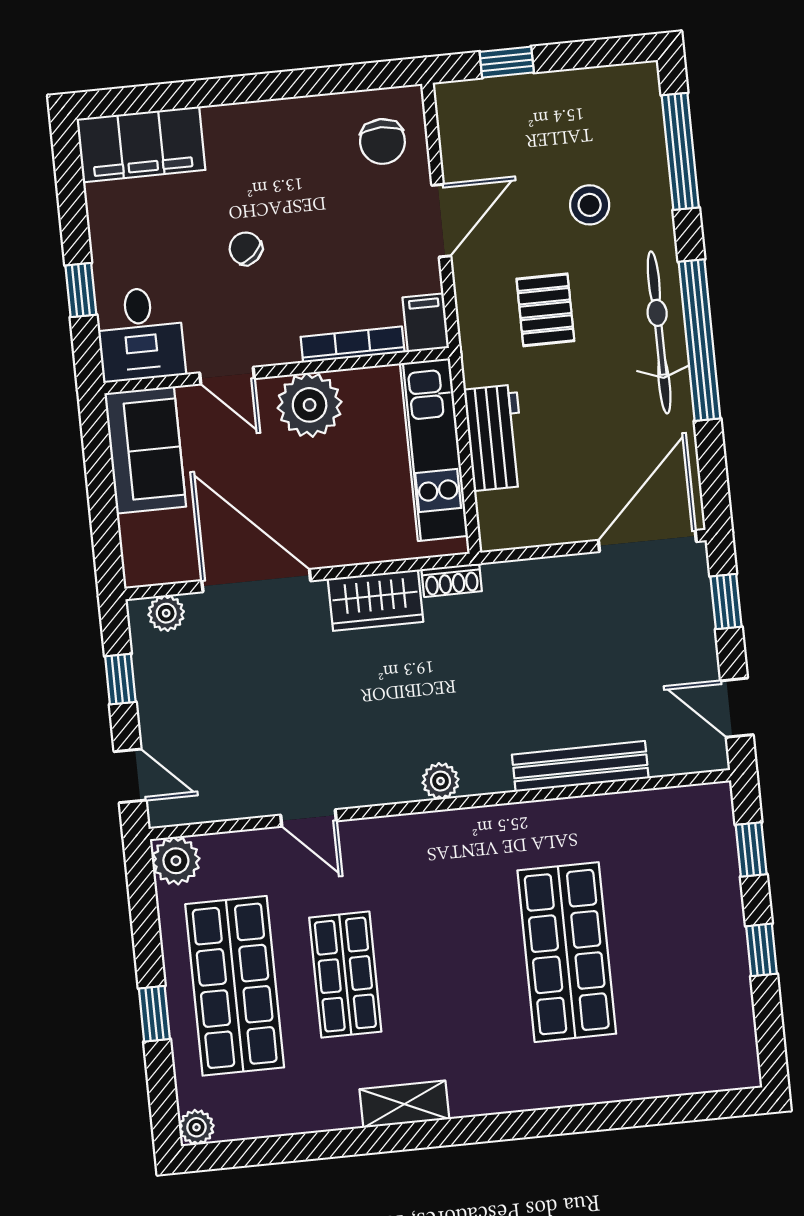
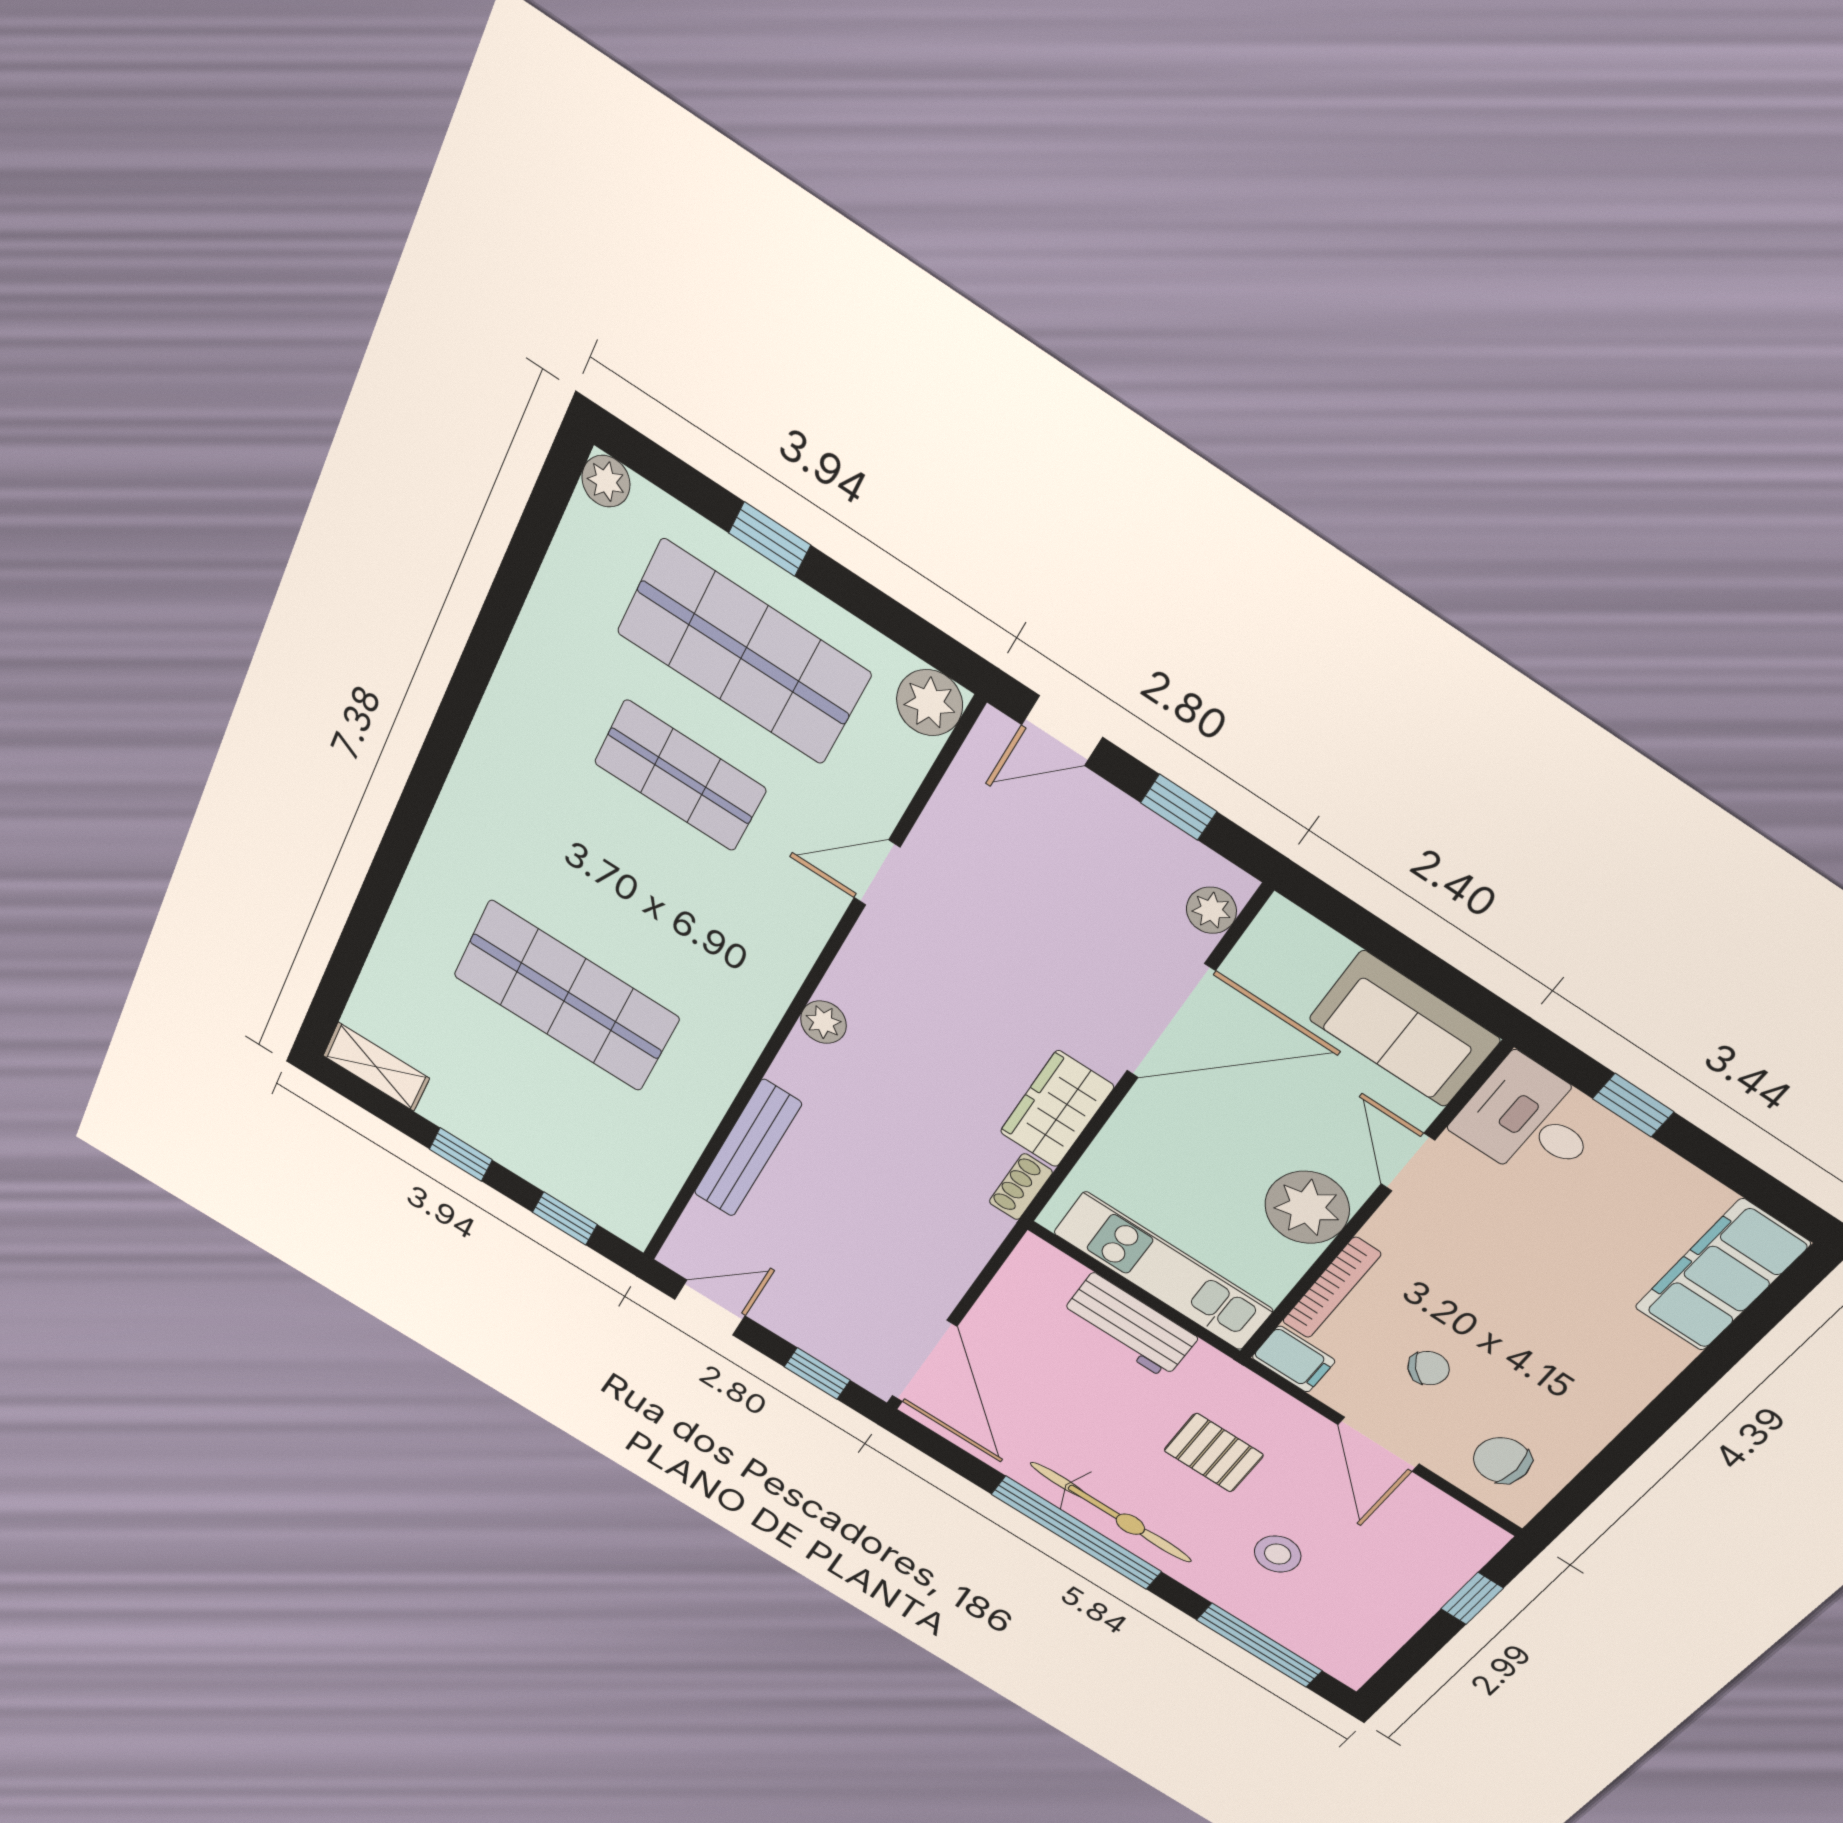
chair: (246, 249) -> (1429, 1368), moved
door: (227, 376) -> (1408, 1162), hinge flipped
shelving: (404, 1104) -> (376, 1067), moved, turned 90

